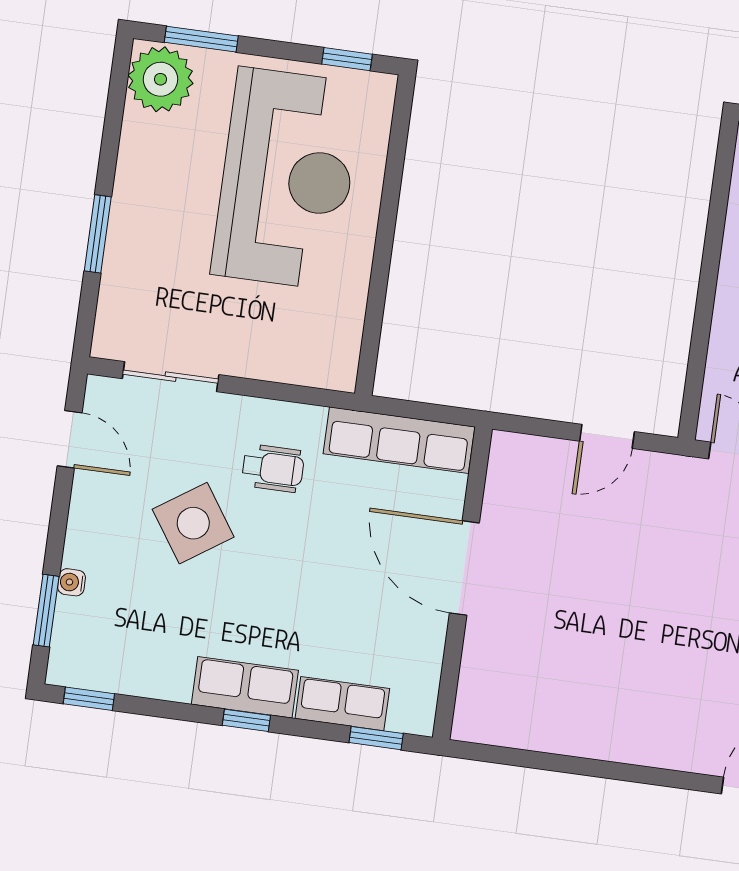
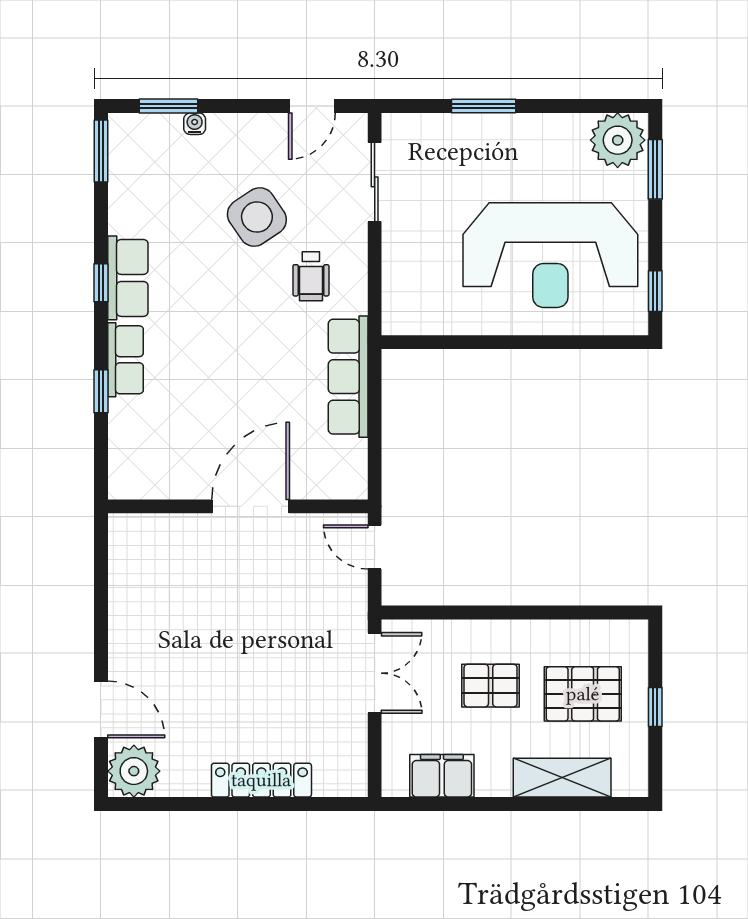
door: (464, 568) -> (251, 506), moved
wall: (462, 583) -> (238, 506), moved
window: (89, 699) -> (101, 151), width x1.50

